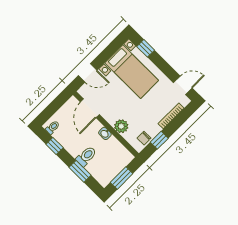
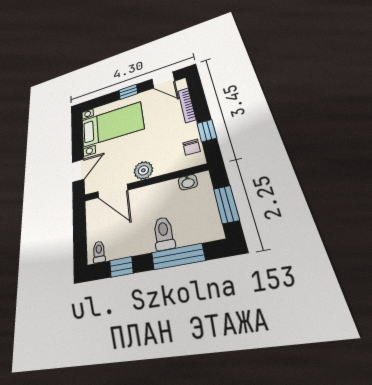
window: (146, 48) -> (128, 92), moved
door: (183, 85) -> (163, 80), swing flipped
plant: (121, 126) -> (143, 170), moved
washbasin: (105, 133) -> (188, 182), moved
window: (80, 171) -> (178, 257), width x1.44

